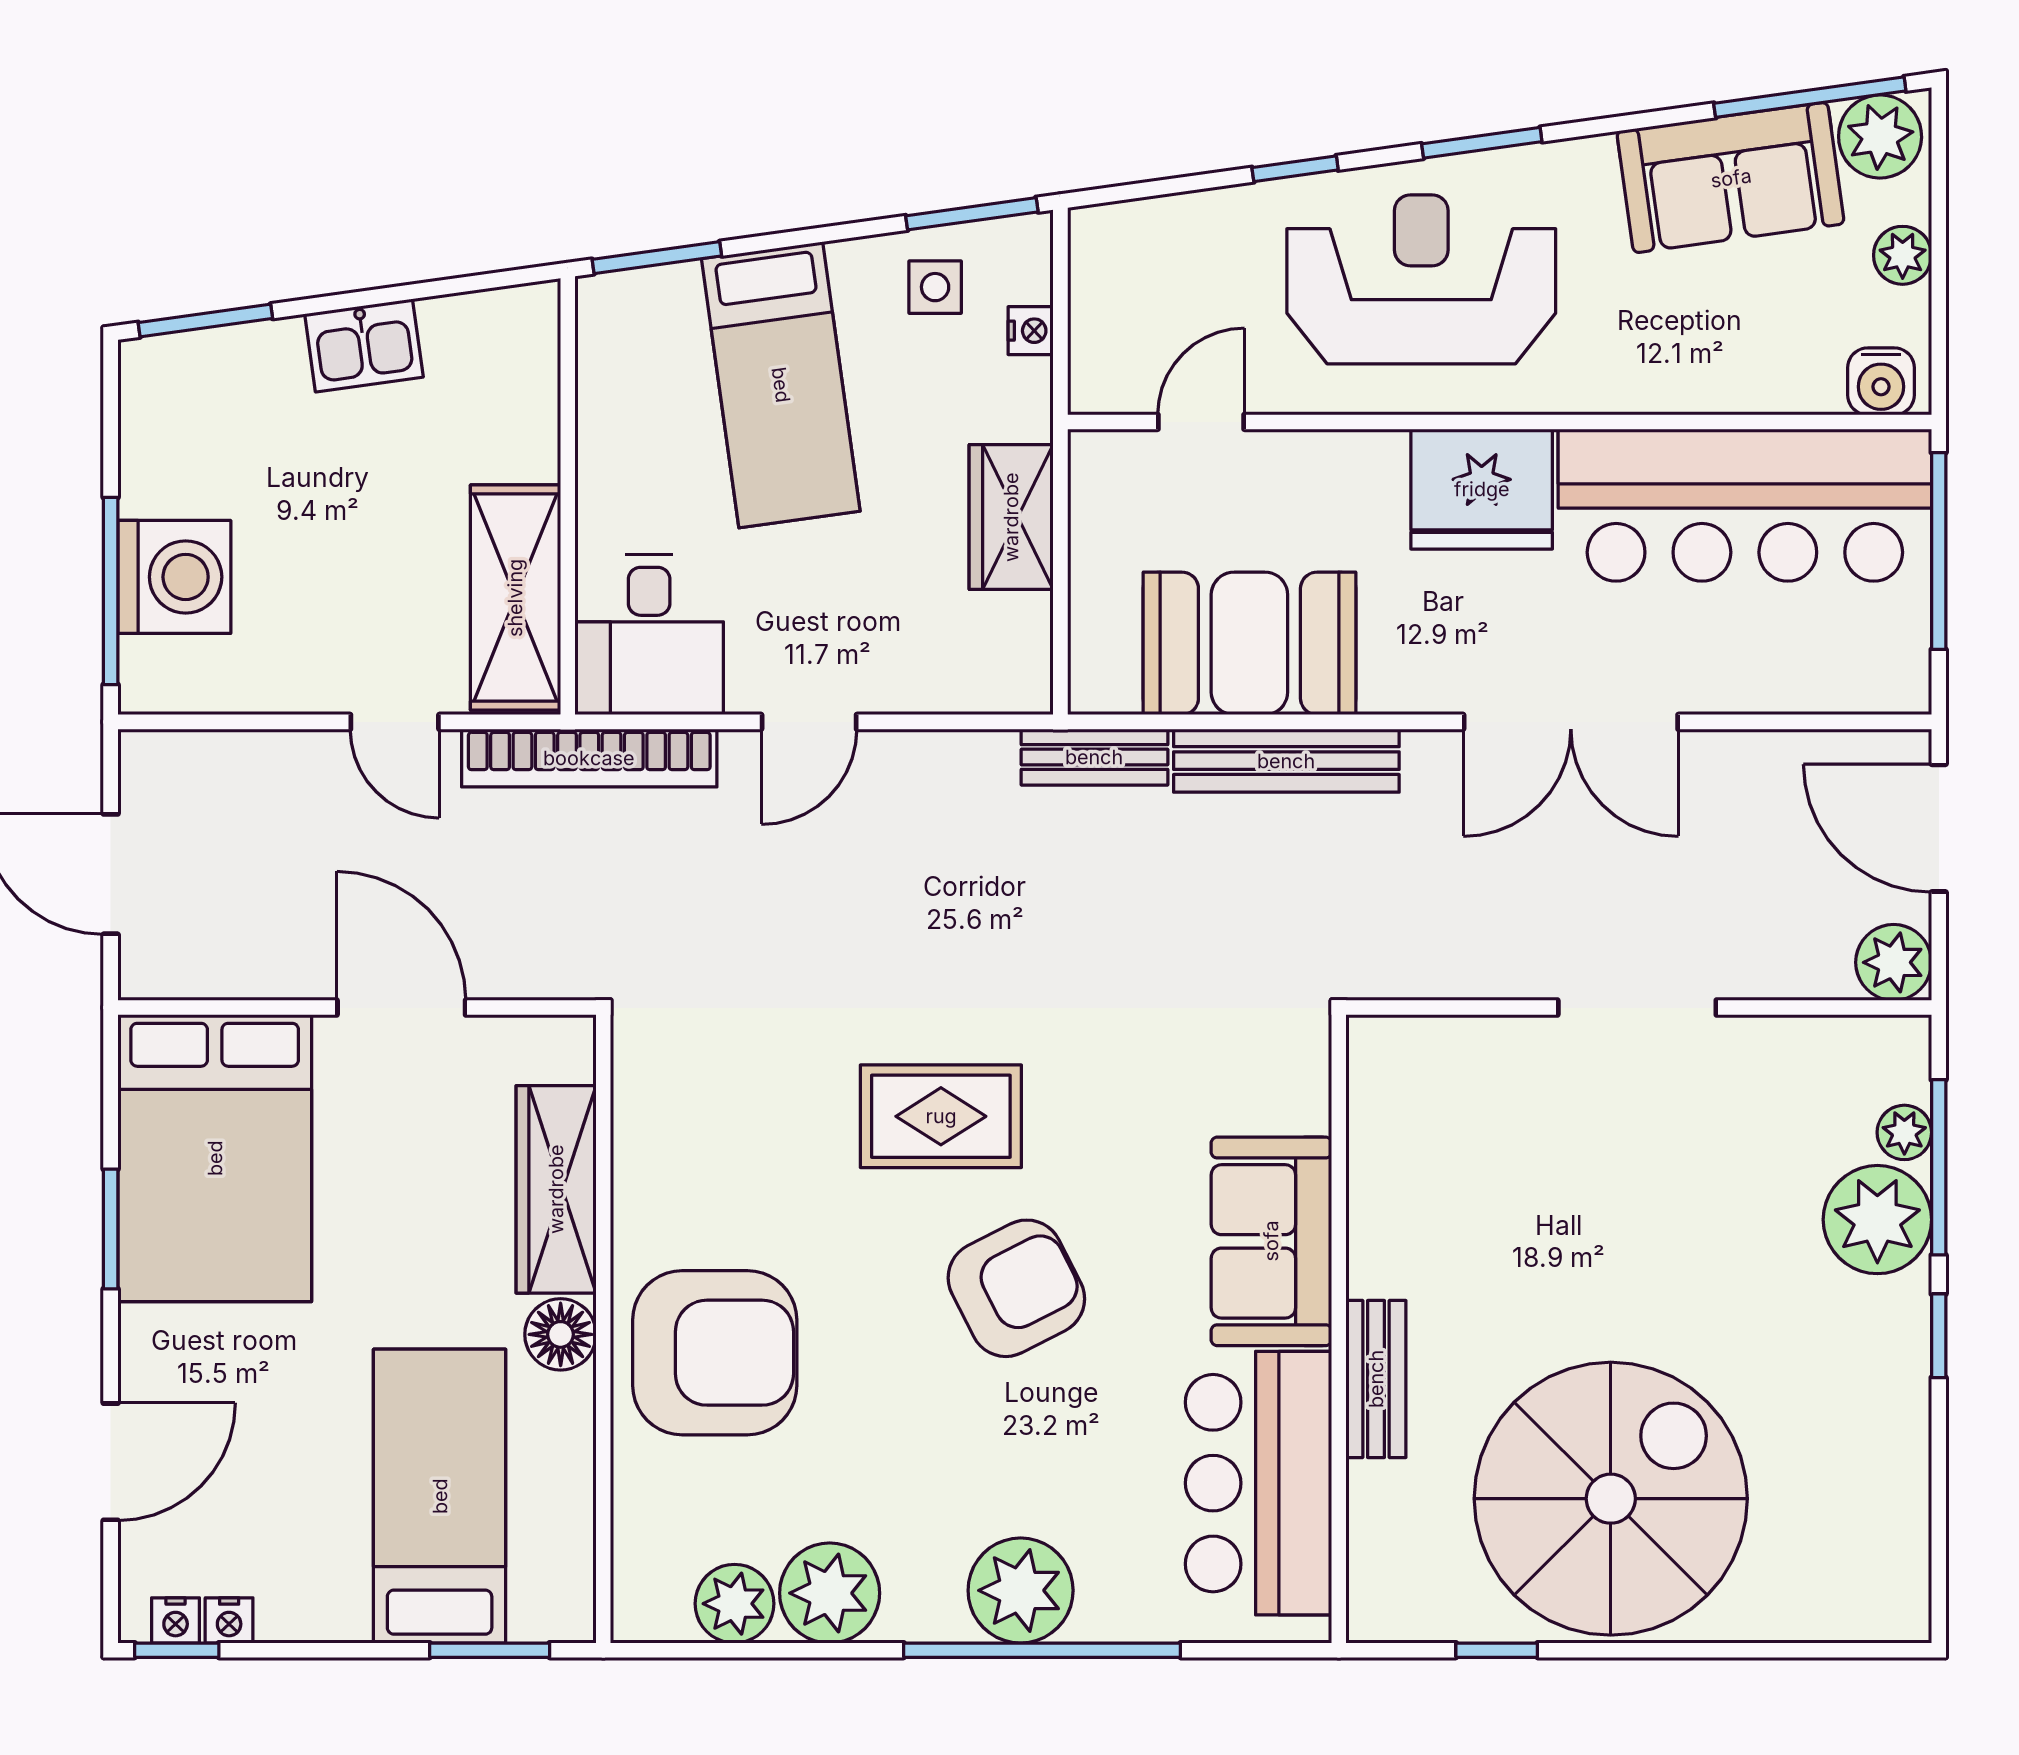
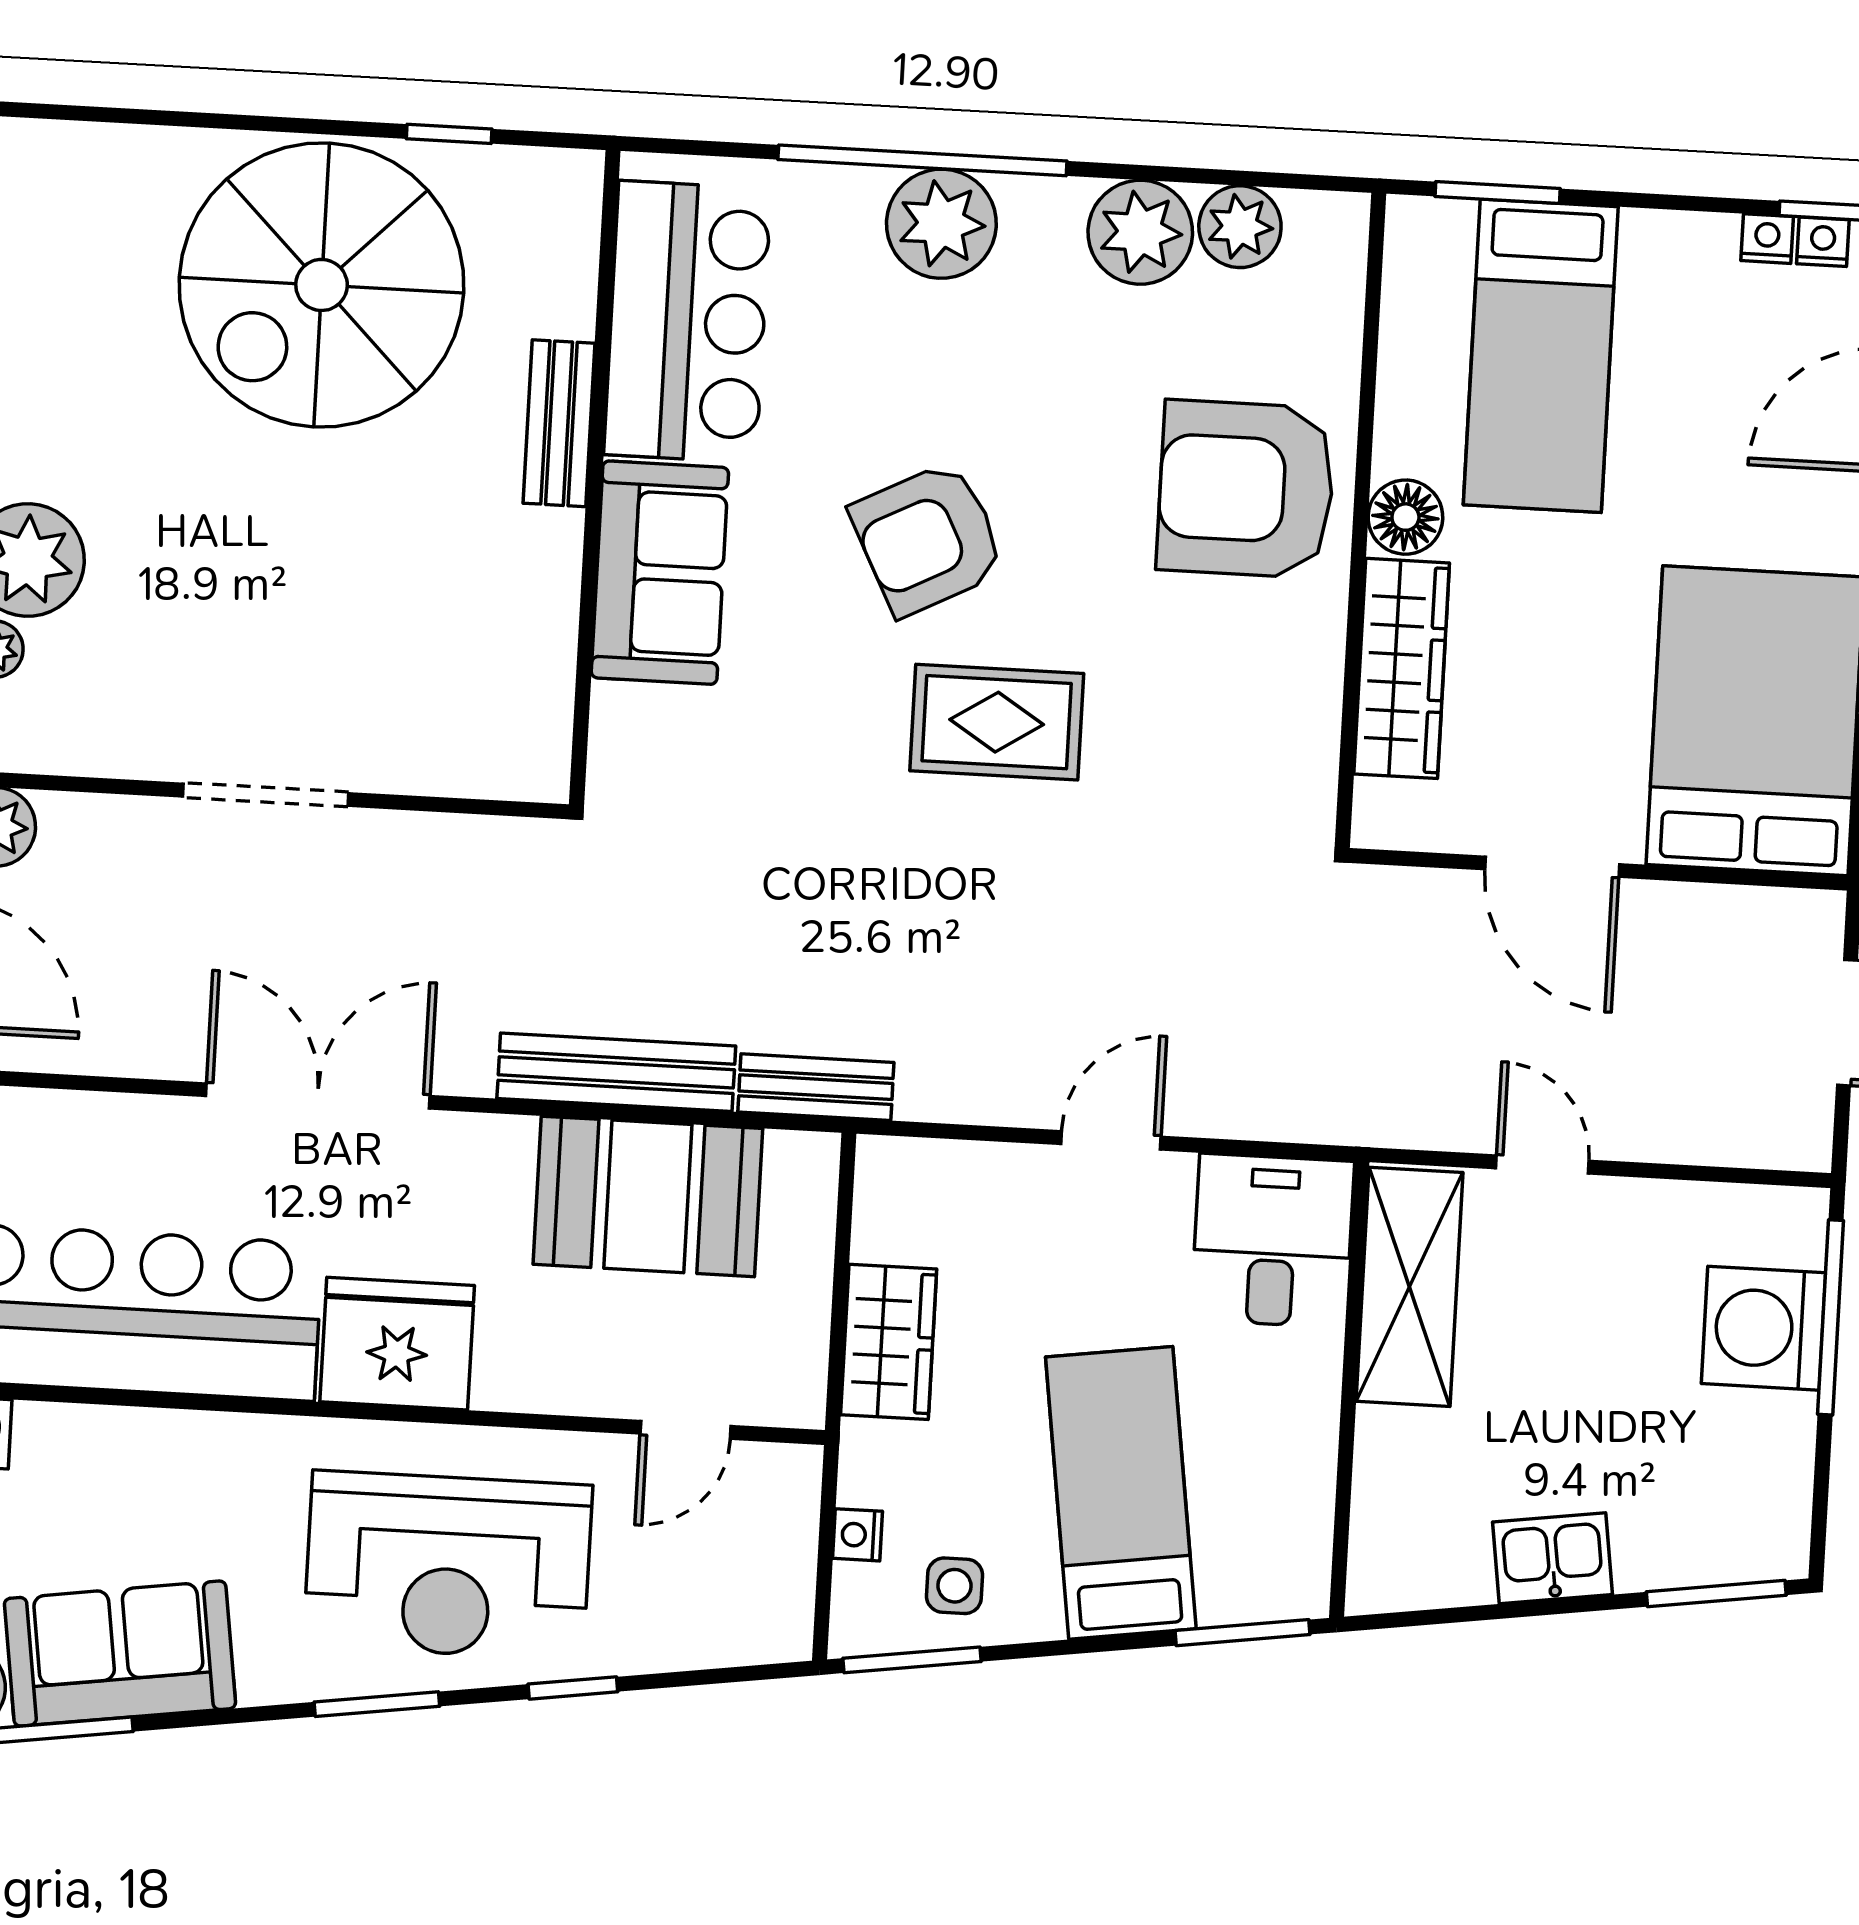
bookcase: (589, 758) -> (1342, 1116), removed

